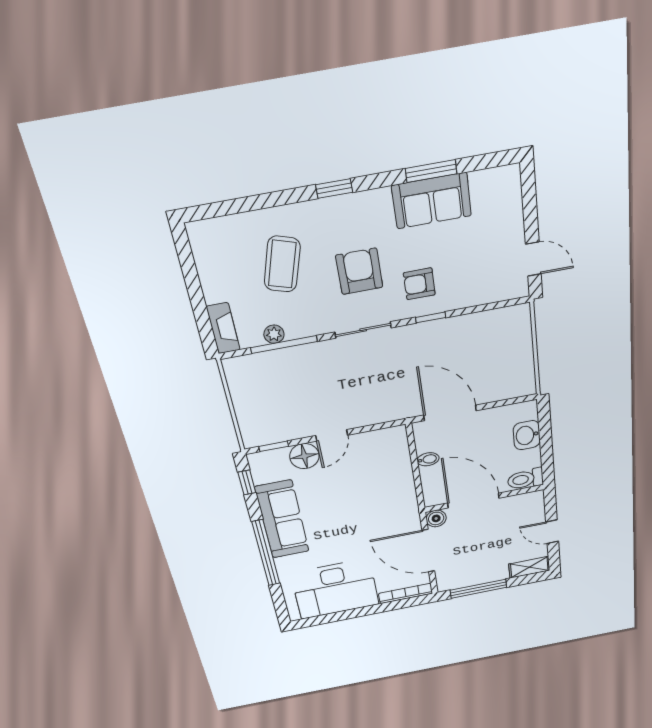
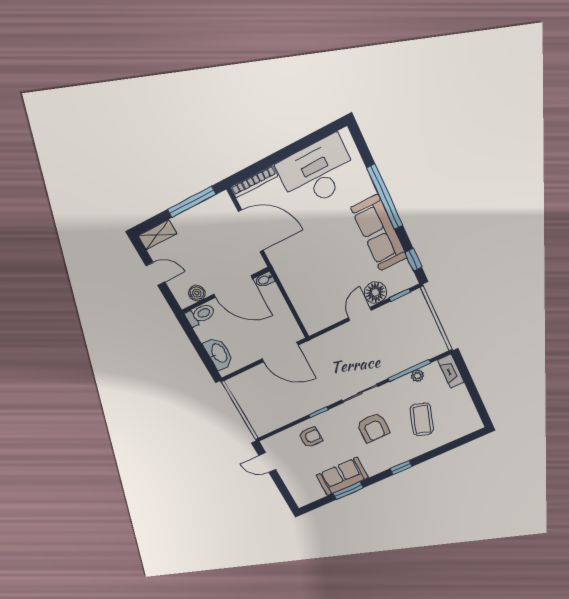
armchair: (419, 284) -> (311, 437), moved
washbasin: (527, 435) -> (219, 353), width x1.38
bidet: (428, 459) -> (265, 280), moved
boiler: (436, 518) -> (197, 293), moved

